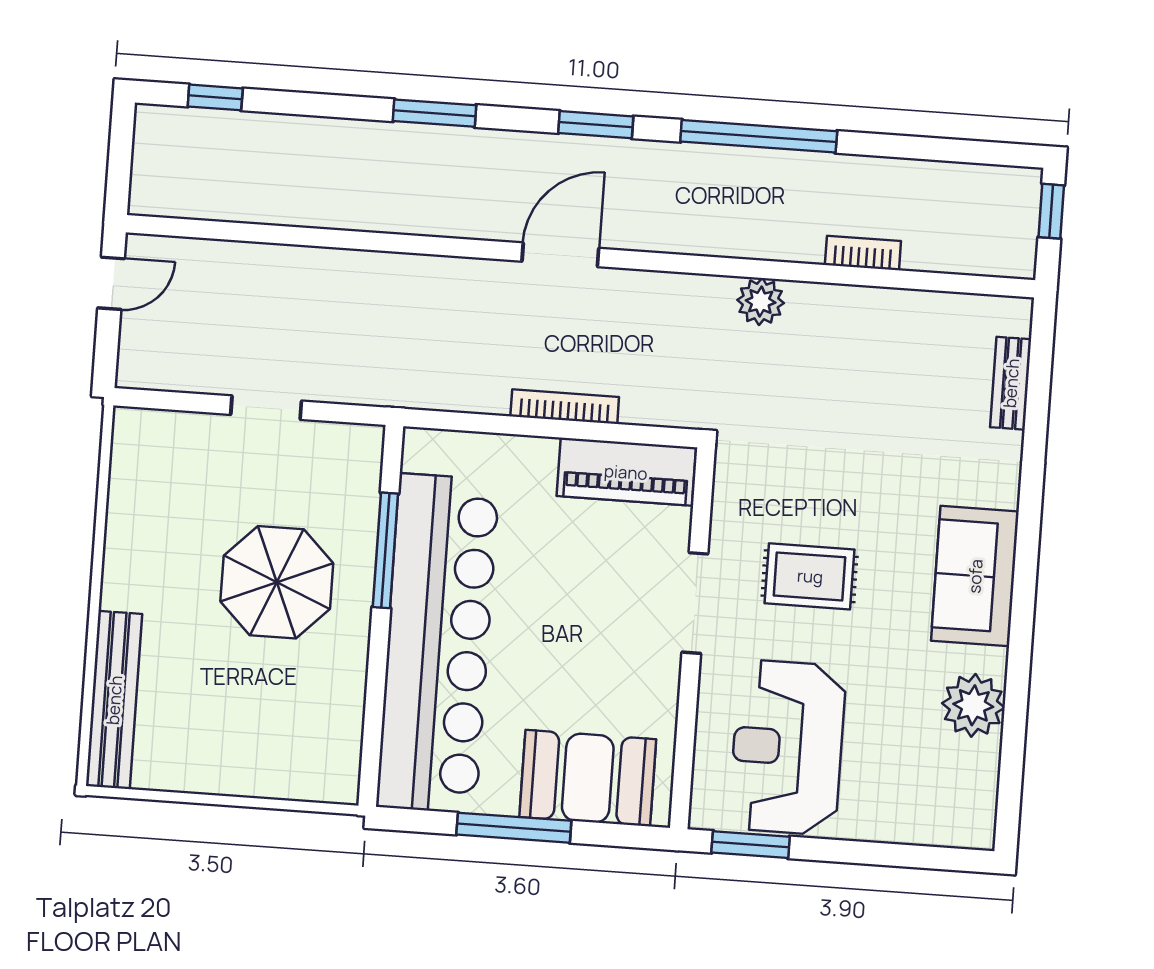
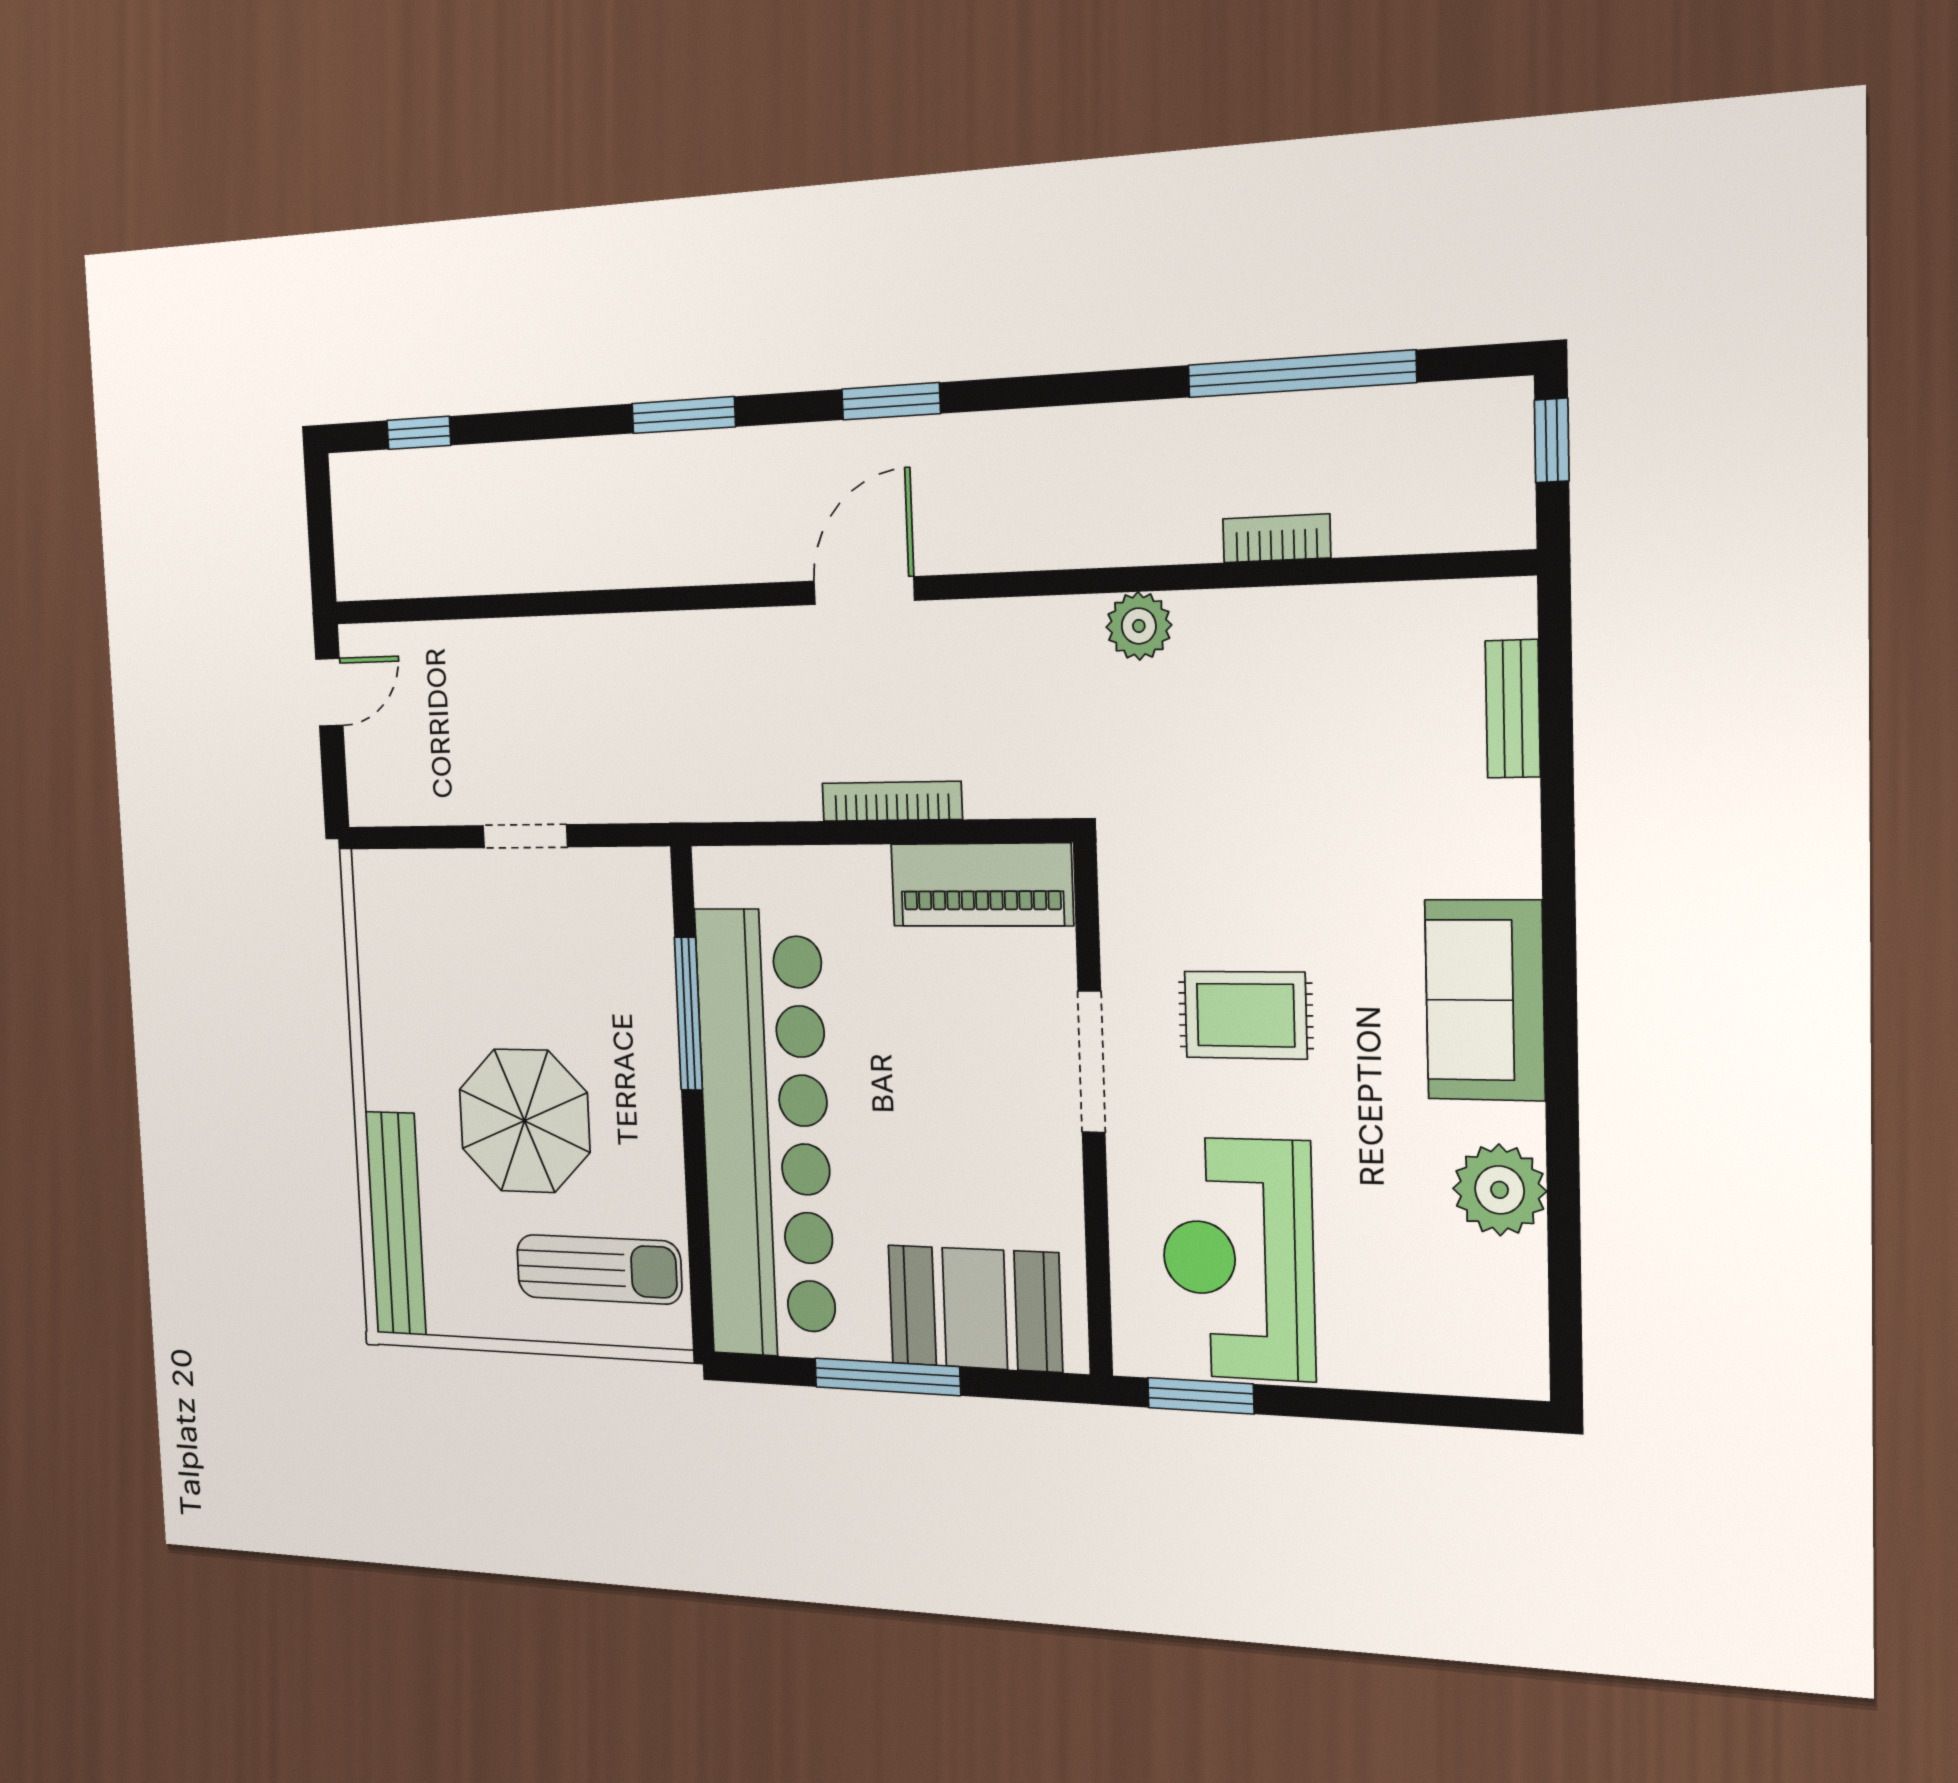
window: (759, 136) -> (1301, 374), moved
parasol: (277, 582) -> (524, 1121), moved
sun lounger: (287, 741) -> (599, 1269), added

